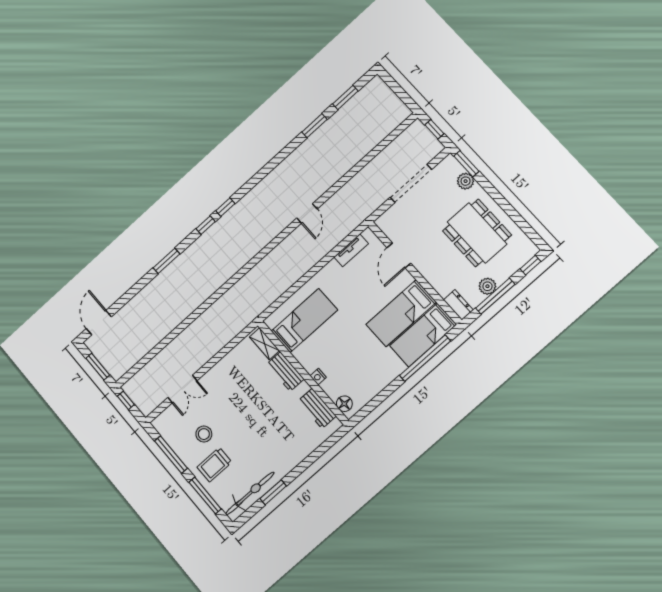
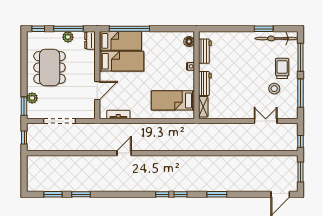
trolley: (214, 465) -> (282, 68), turned -90

